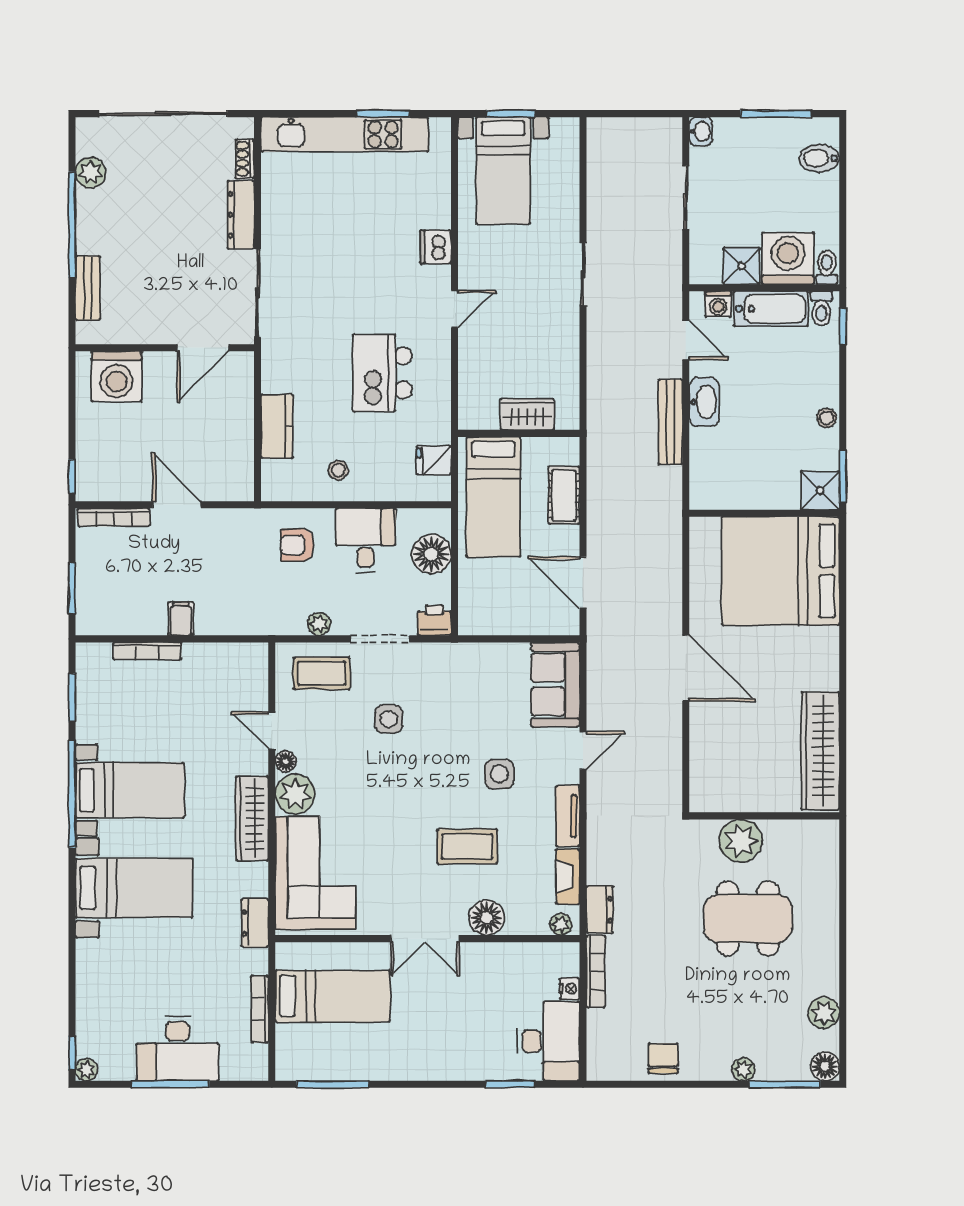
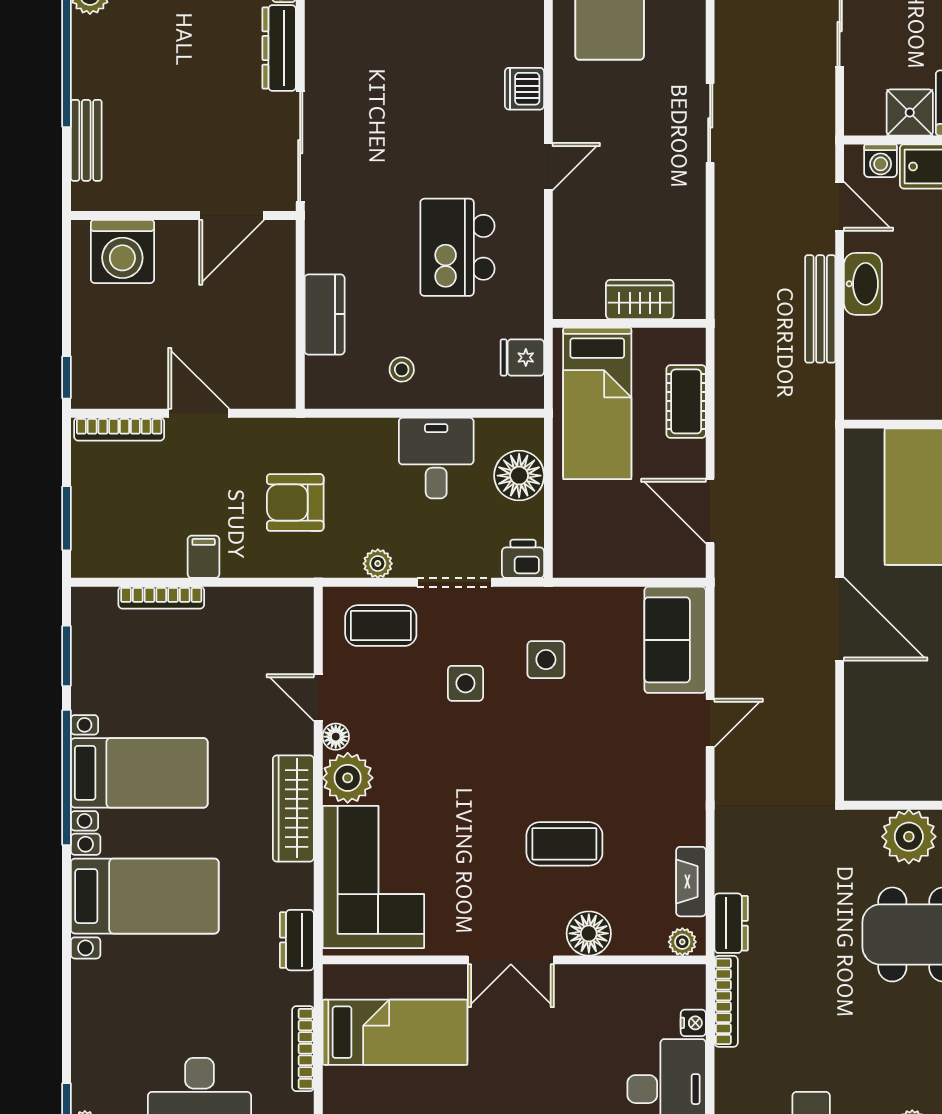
armchair: (297, 545) -> (295, 503), moved, width x1.38, depth x1.38
side table: (499, 774) -> (546, 660), moved
tv unit: (568, 816) -> (691, 805), removed

